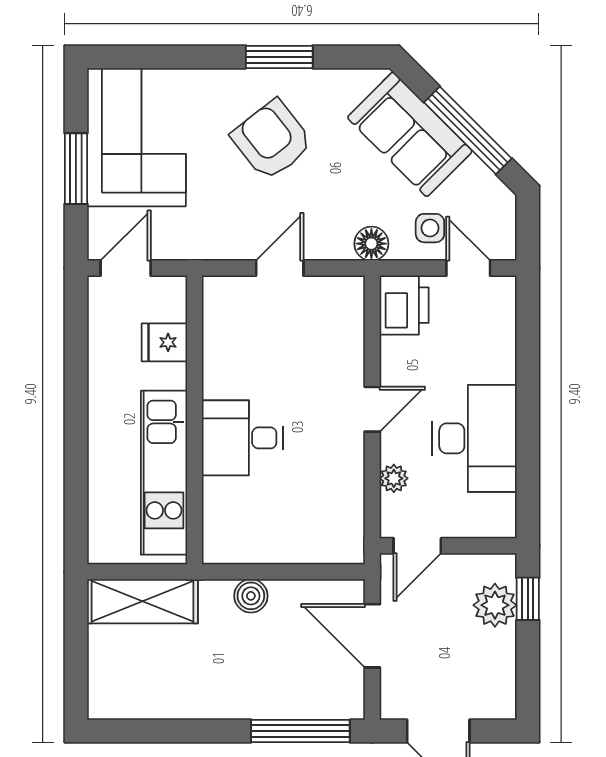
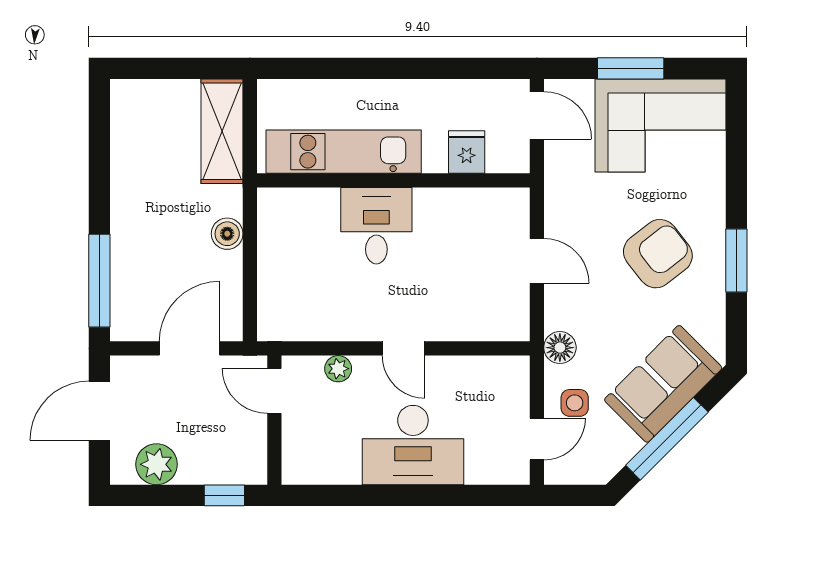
printer: (404, 305) -> (502, 379), removed
desk: (475, 438) -> (413, 445), moved
plant: (495, 605) -> (156, 464), moved

